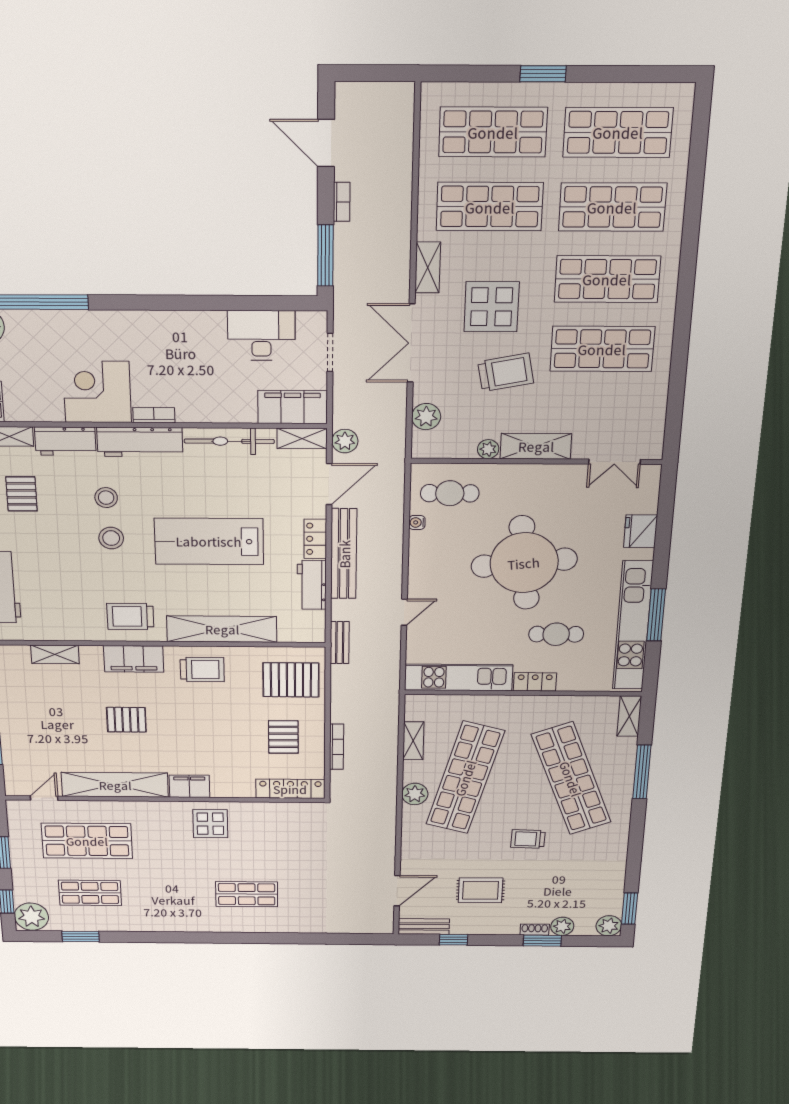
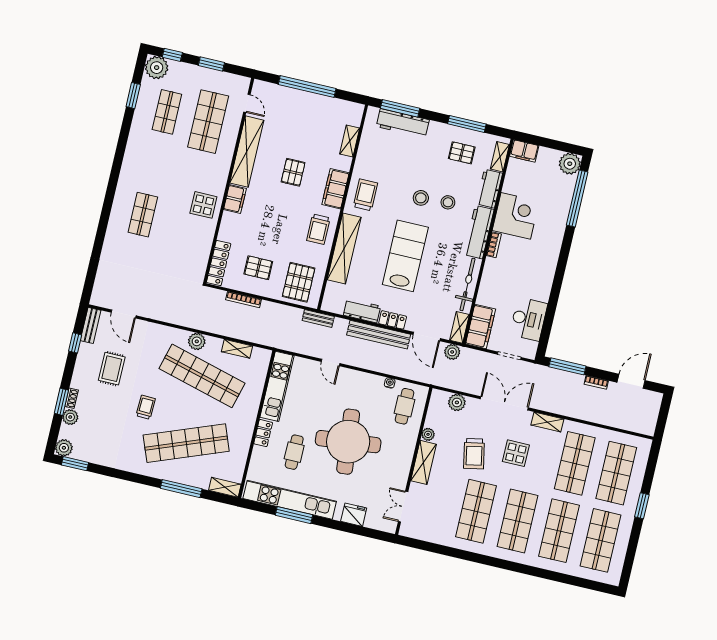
display table: (492, 307) -> (516, 453), width x0.73, depth x0.73

